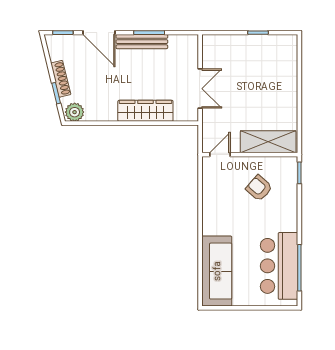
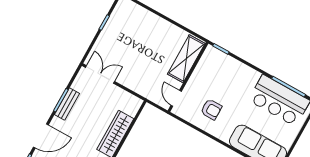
bench: (142, 42) -> (67, 104), width x0.73
double door: (200, 89) -> (100, 74), moved
armchair: (259, 188) -> (211, 109), moved, turned -131

